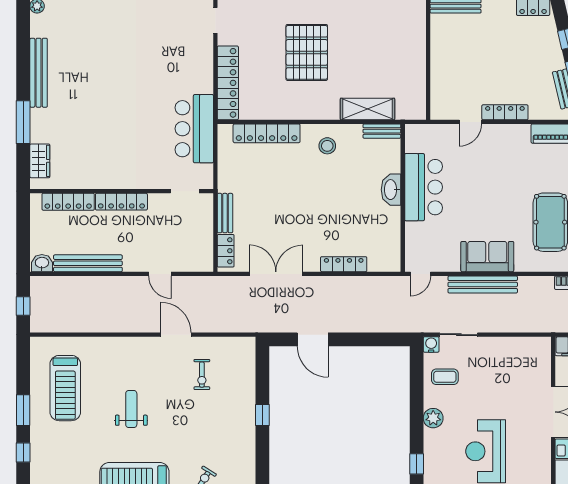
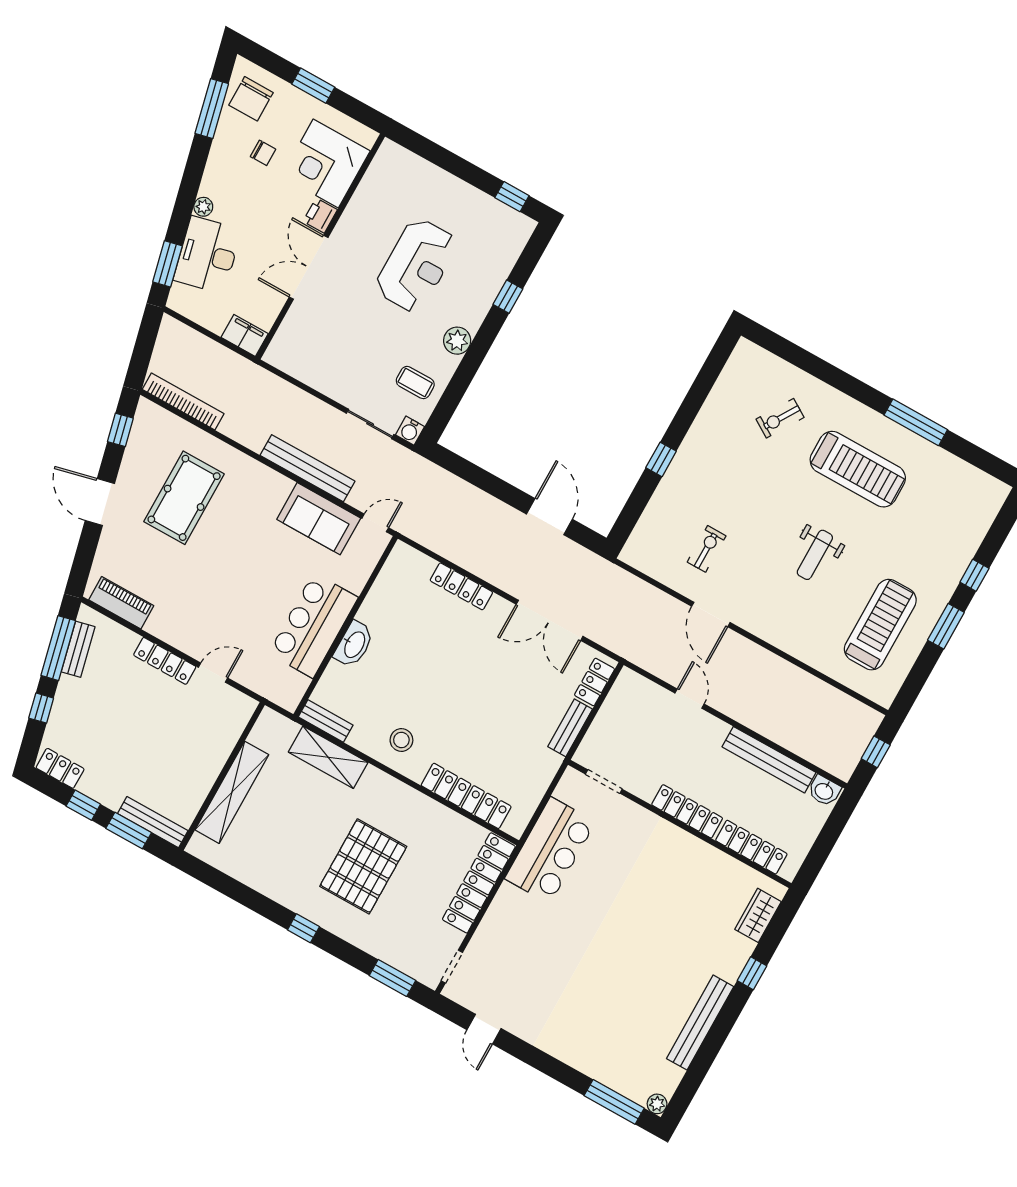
shelving: (416, 53) -> (232, 792), added
window: (23, 122) -> (752, 973), width x0.46
sofa: (487, 257) -> (319, 519), moved

